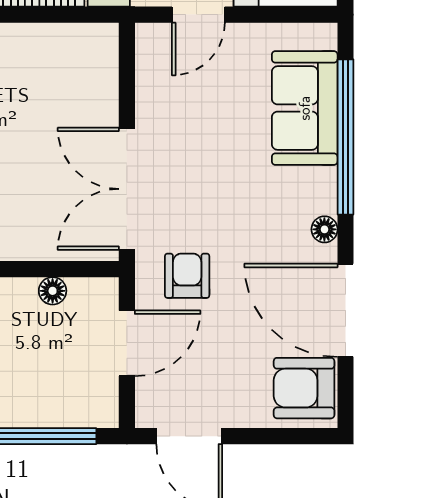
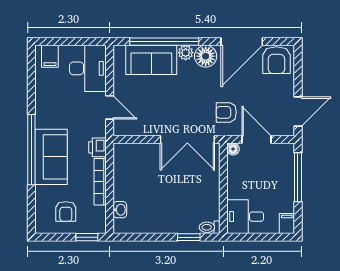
plant: (321, 185) -> (186, 53), added
floor lamp: (324, 229) -> (206, 56), width x1.89, depth x1.89
floor lamp: (53, 291) -> (233, 149), moved

